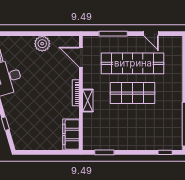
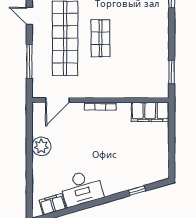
door: (151, 34) -> (29, 16), swing flipped
shop shelf: (133, 93) -> (100, 38), width x0.70, depth x0.74
shelving: (88, 101) -> (109, 92), removed

